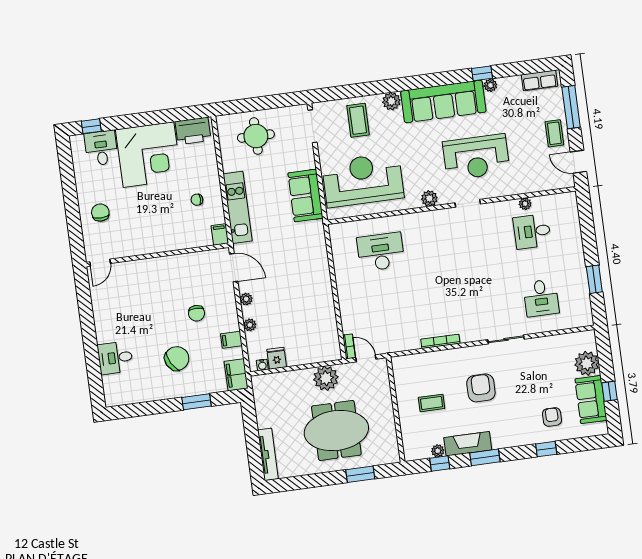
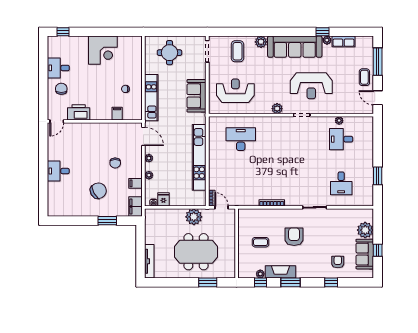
row of seats: (539, 80) -> (344, 41), moved
printer: (193, 131) -> (79, 112), moved, turned 180
desk: (101, 148) -> (58, 68), moved, turned -90
corner desk: (149, 155) -> (103, 50), width x0.74, depth x0.74
reception desk: (363, 180) -> (235, 91), width x0.74, depth x0.77
filing cabinet: (220, 234) -> (117, 114), moved
kitchen unit: (322, 288) -> (199, 157), added
desk: (115, 358) -> (58, 171), moved

